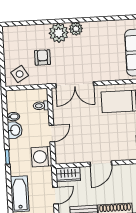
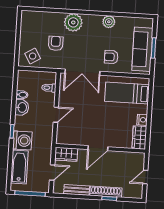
plant: (76, 29) -> (109, 22), moved
armchair: (103, 65) -> (111, 57), added
washing machine: (42, 157) -> (22, 140), moved, turned 180

